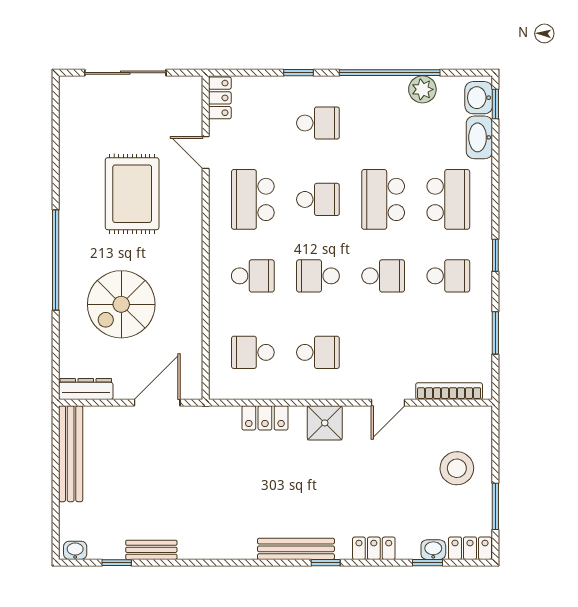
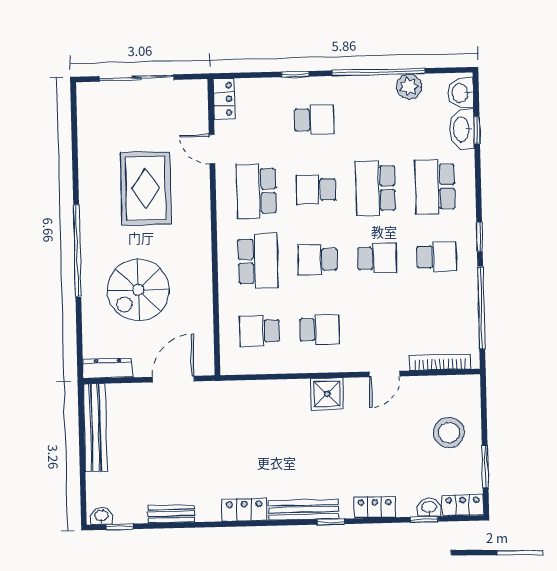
window: (495, 104) -> (477, 130), moved
school desk: (318, 199) -> (316, 190), turned 180
school desk: (448, 199) -> (435, 187), turned 180
school desk: (253, 276) -> (258, 261), width x1.85
window: (495, 333) -> (481, 308), width x2.11
locker: (265, 418) -> (244, 510), moved, turned 180
window: (117, 563) -> (120, 527), moved

